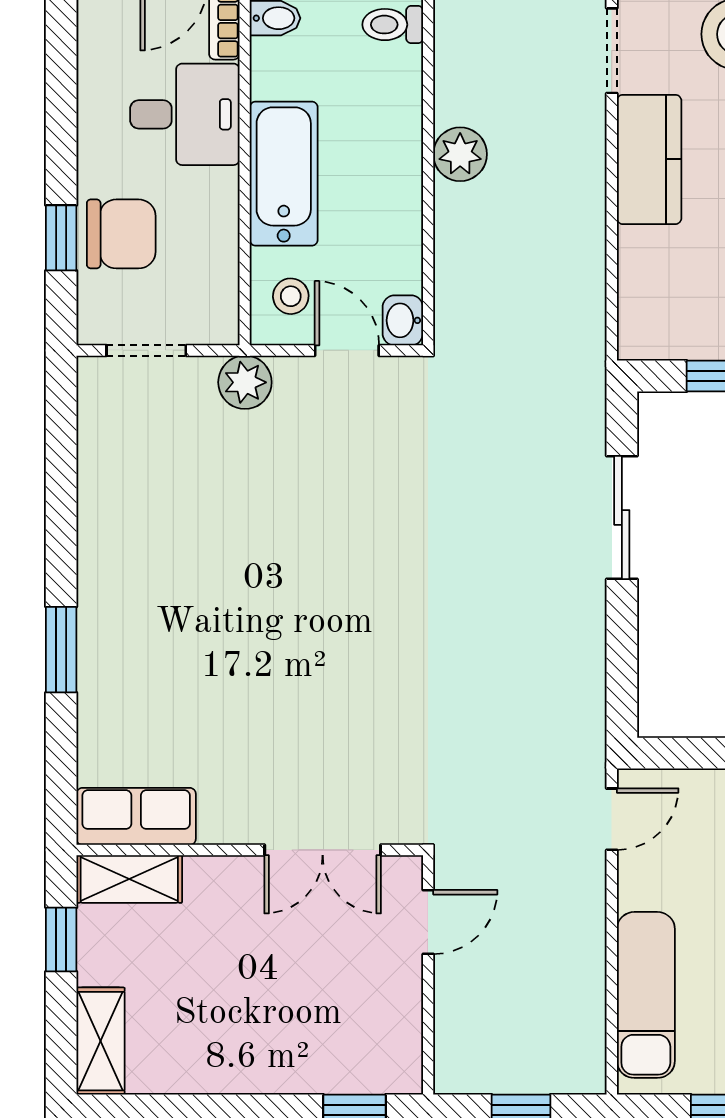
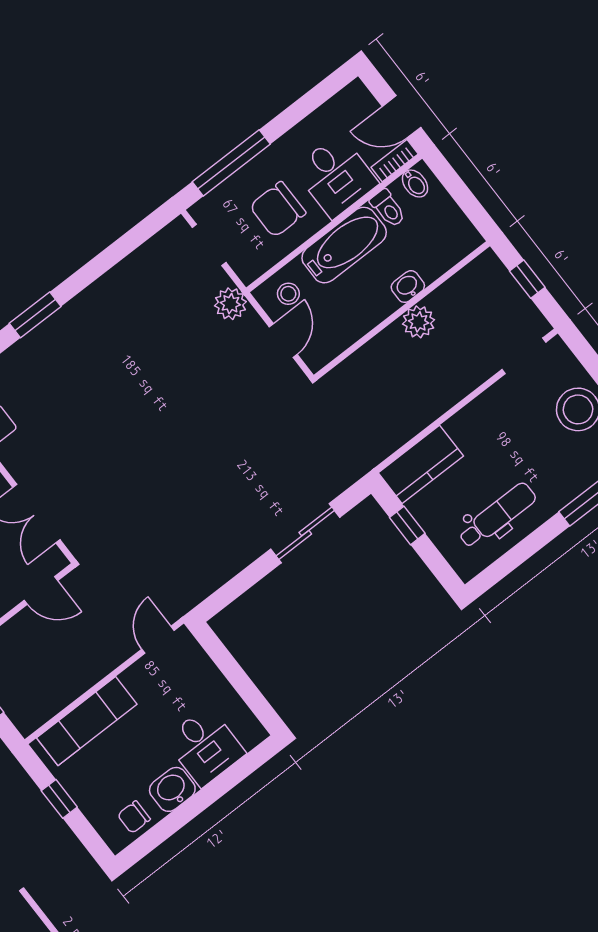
toilet: (393, 25) -> (388, 208), moved, turned 180
kitchen counter: (649, 159) -> (421, 464), moved
chair: (121, 234) -> (278, 209), moved, turned 90
window: (61, 238) -> (231, 163), width x2.17
washbasin: (403, 320) -> (408, 287), moved
door: (612, 819) -> (158, 640), swing flipped

